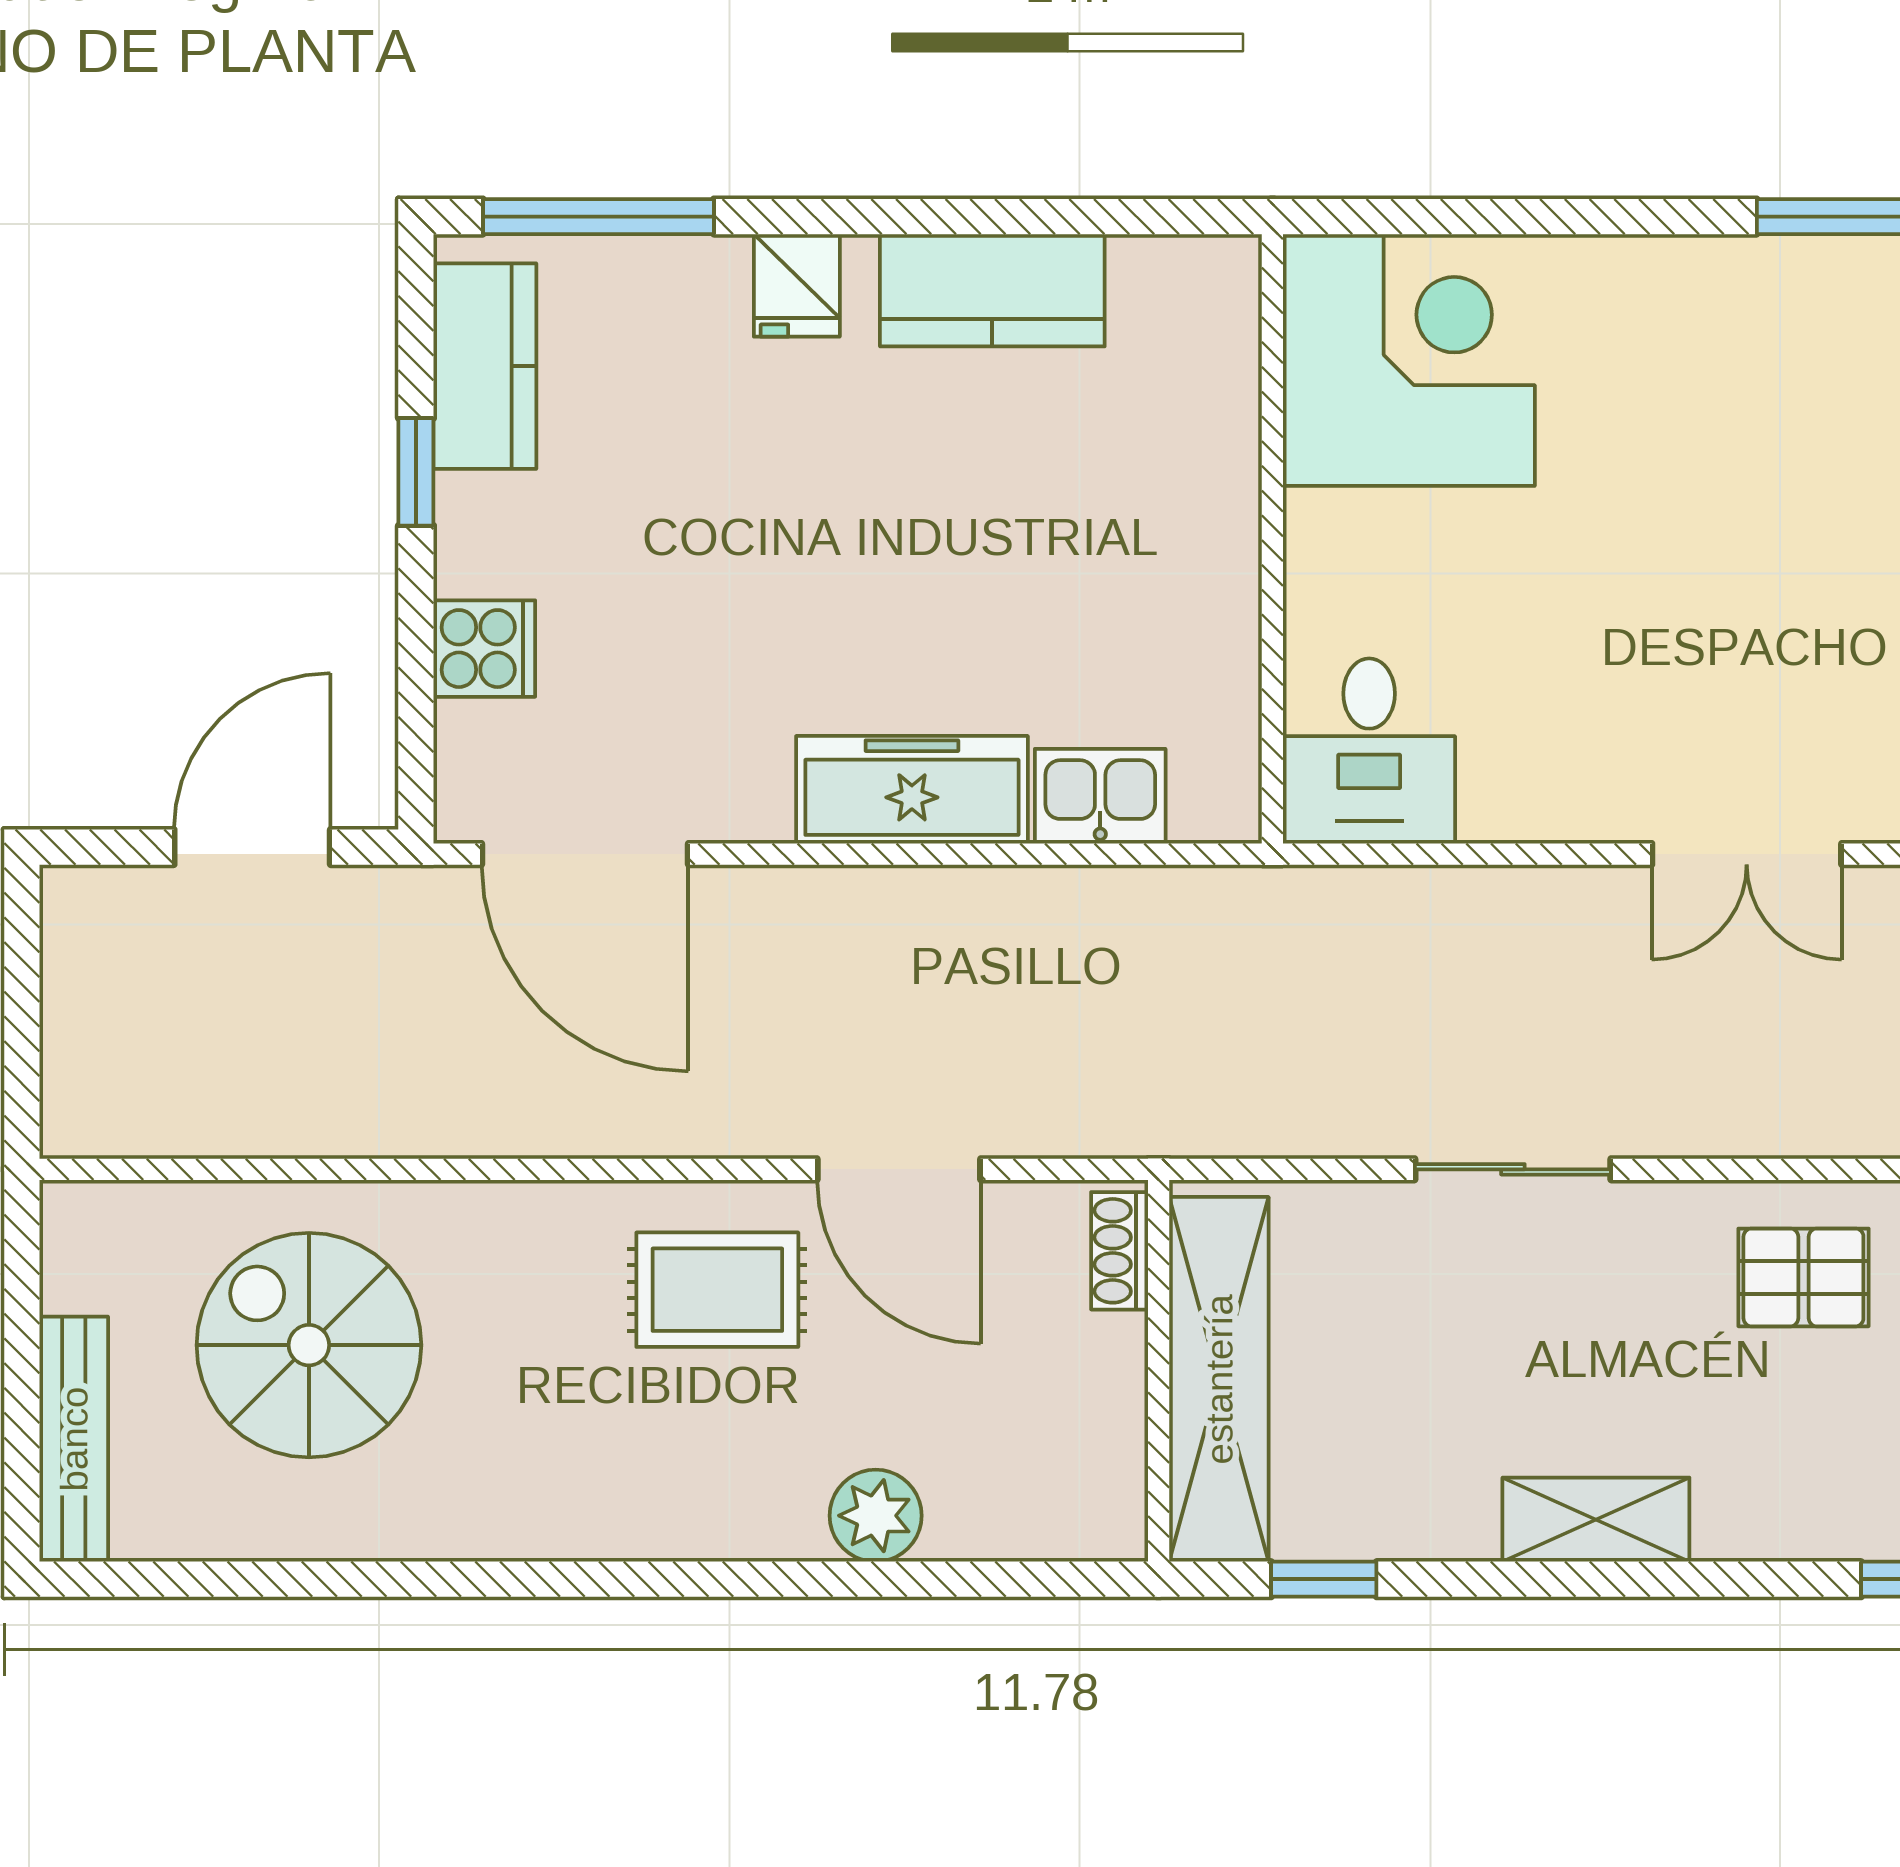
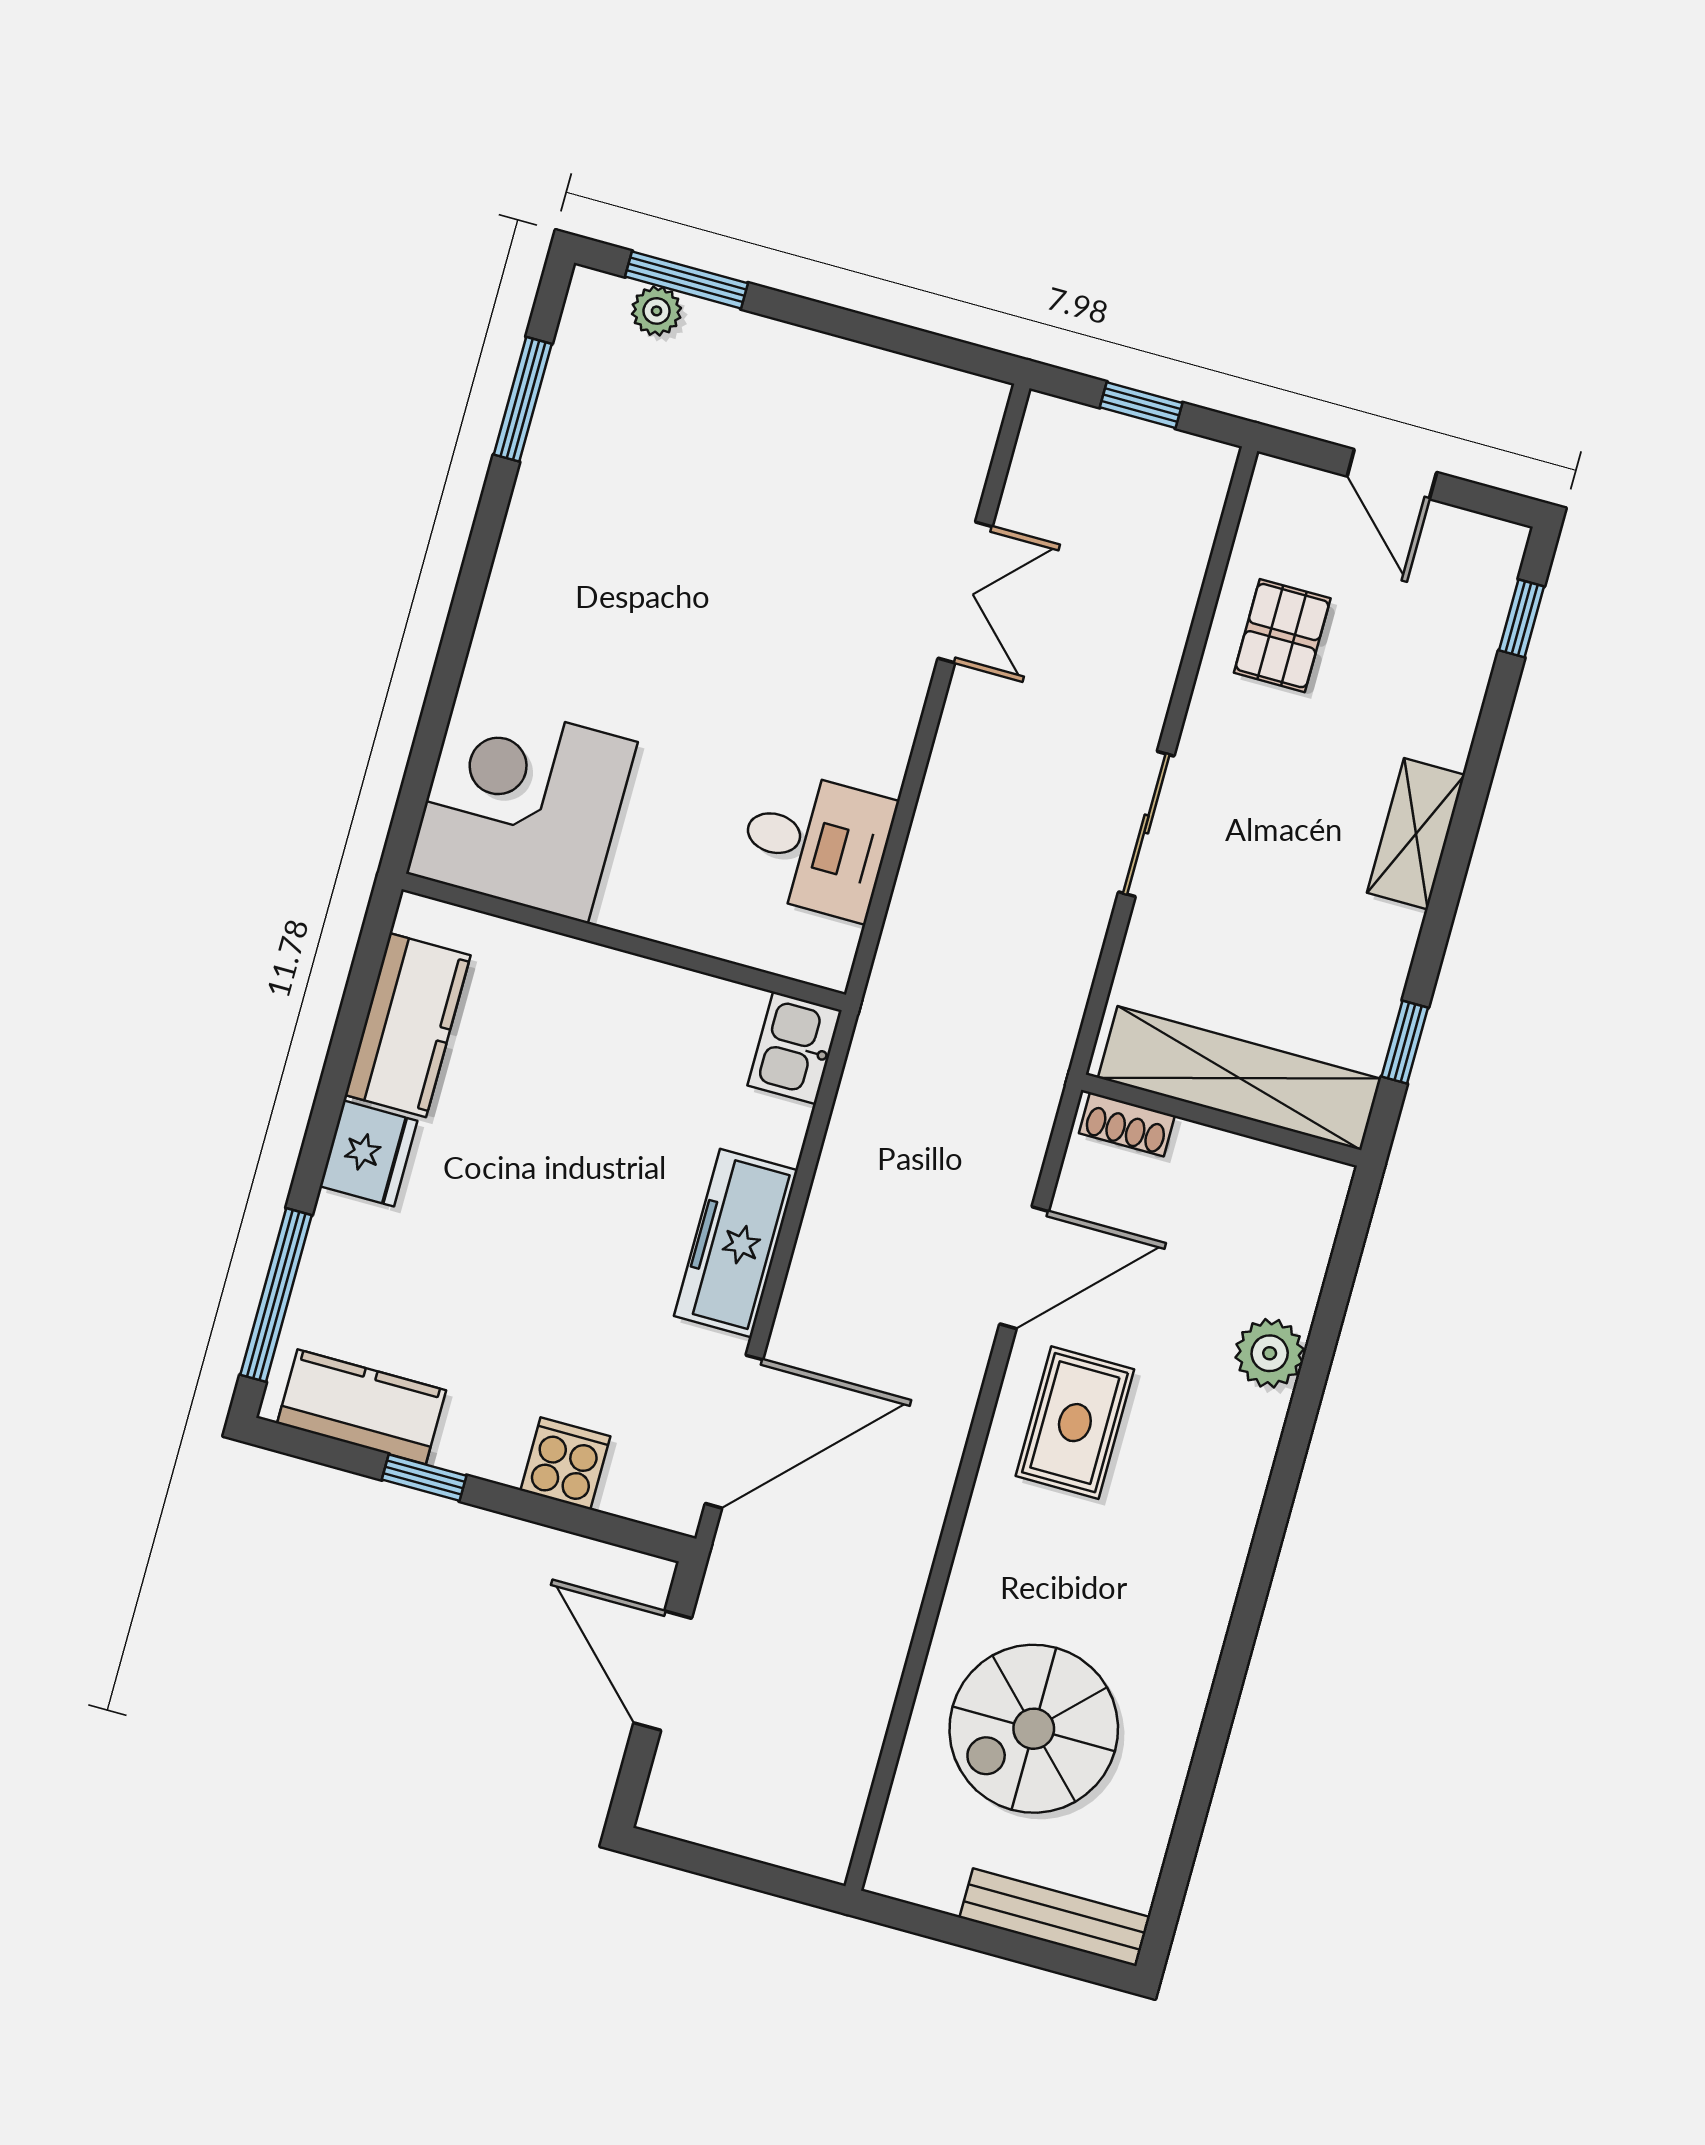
fridge: (797, 285) -> (369, 1153), width x1.38
corner desk: (1409, 360) -> (522, 808), moved
wall: (1272, 539) -> (624, 942), moved
freezer: (912, 790) -> (736, 1243), moved

